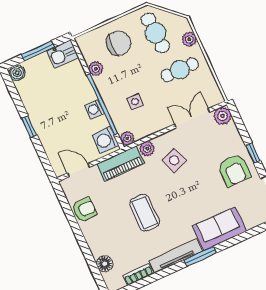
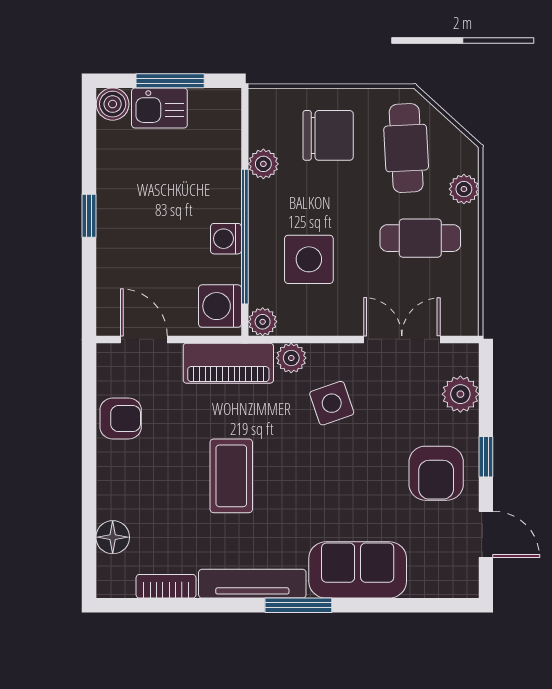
kitchen sink: (62, 54) -> (159, 108), moved
side table: (135, 102) -> (309, 259), width x1.87, depth x1.87
plant: (222, 116) -> (460, 394), moved

